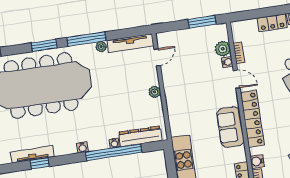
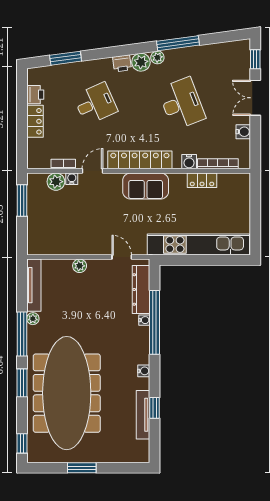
door: (157, 57) -> (122, 257), moved
plant: (155, 92) -> (80, 266), moved
water cooler: (82, 147) -> (144, 371), moved

